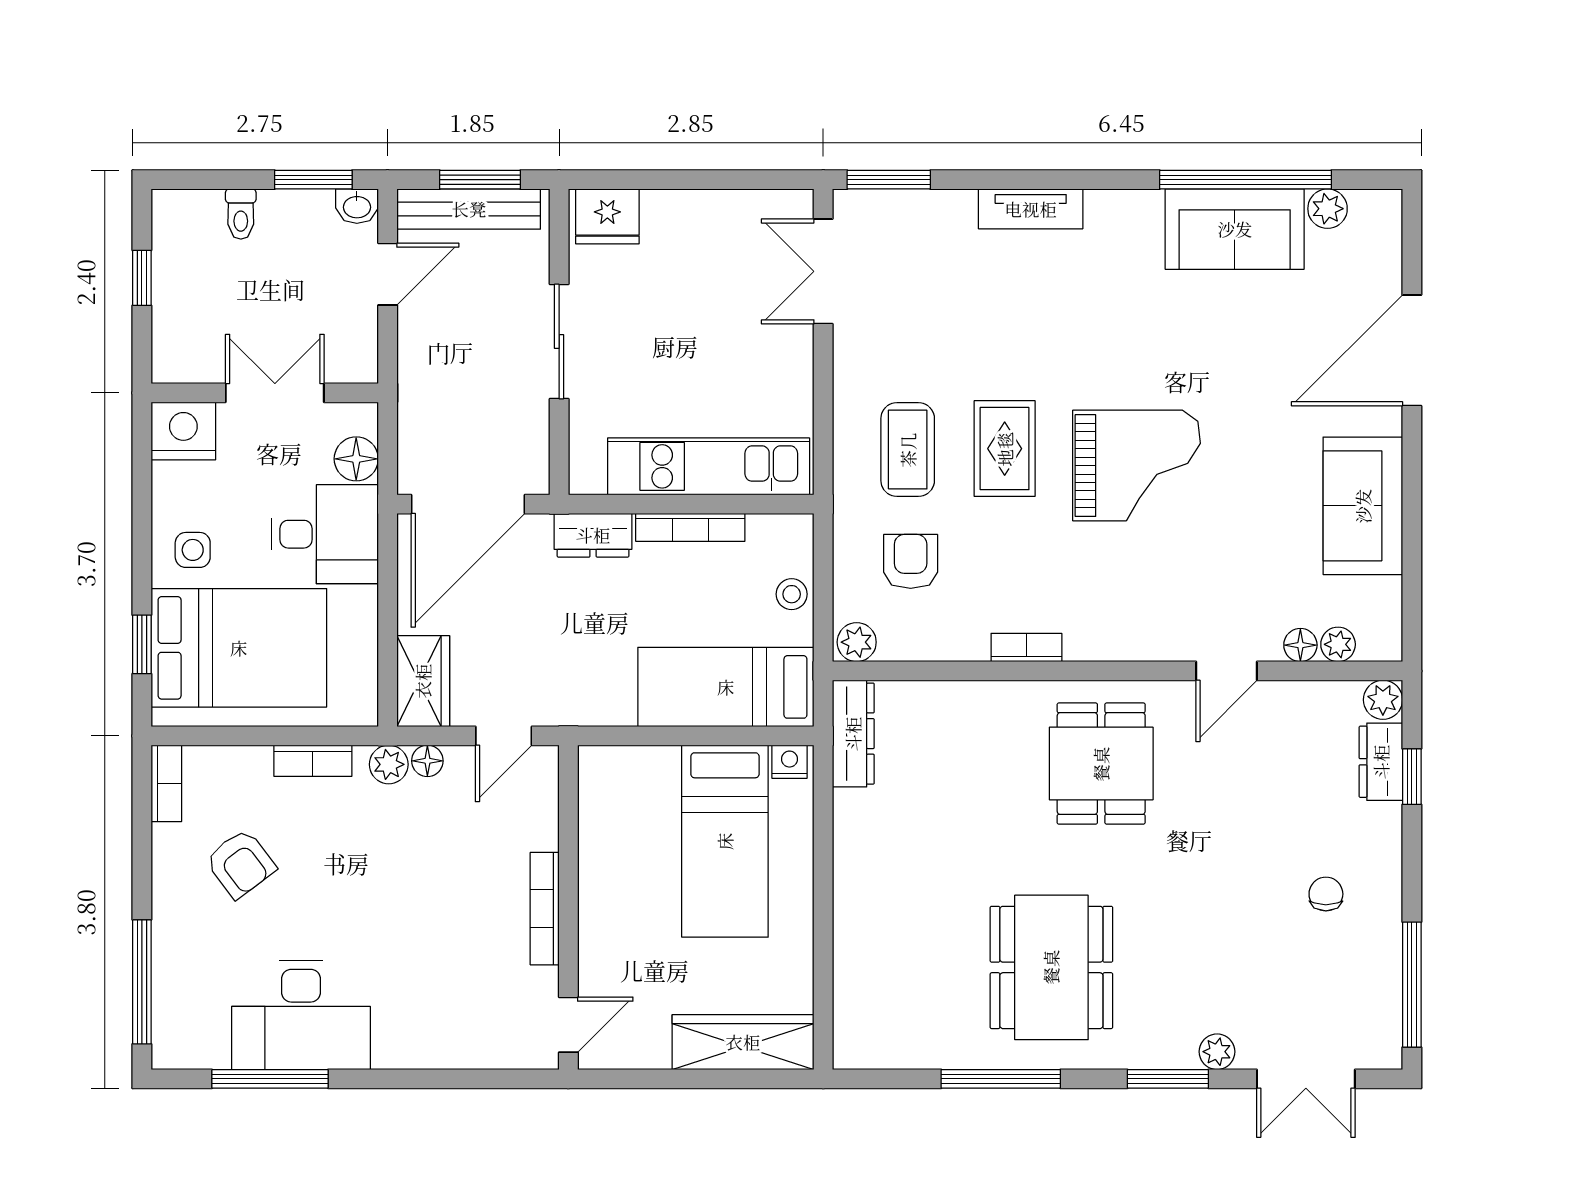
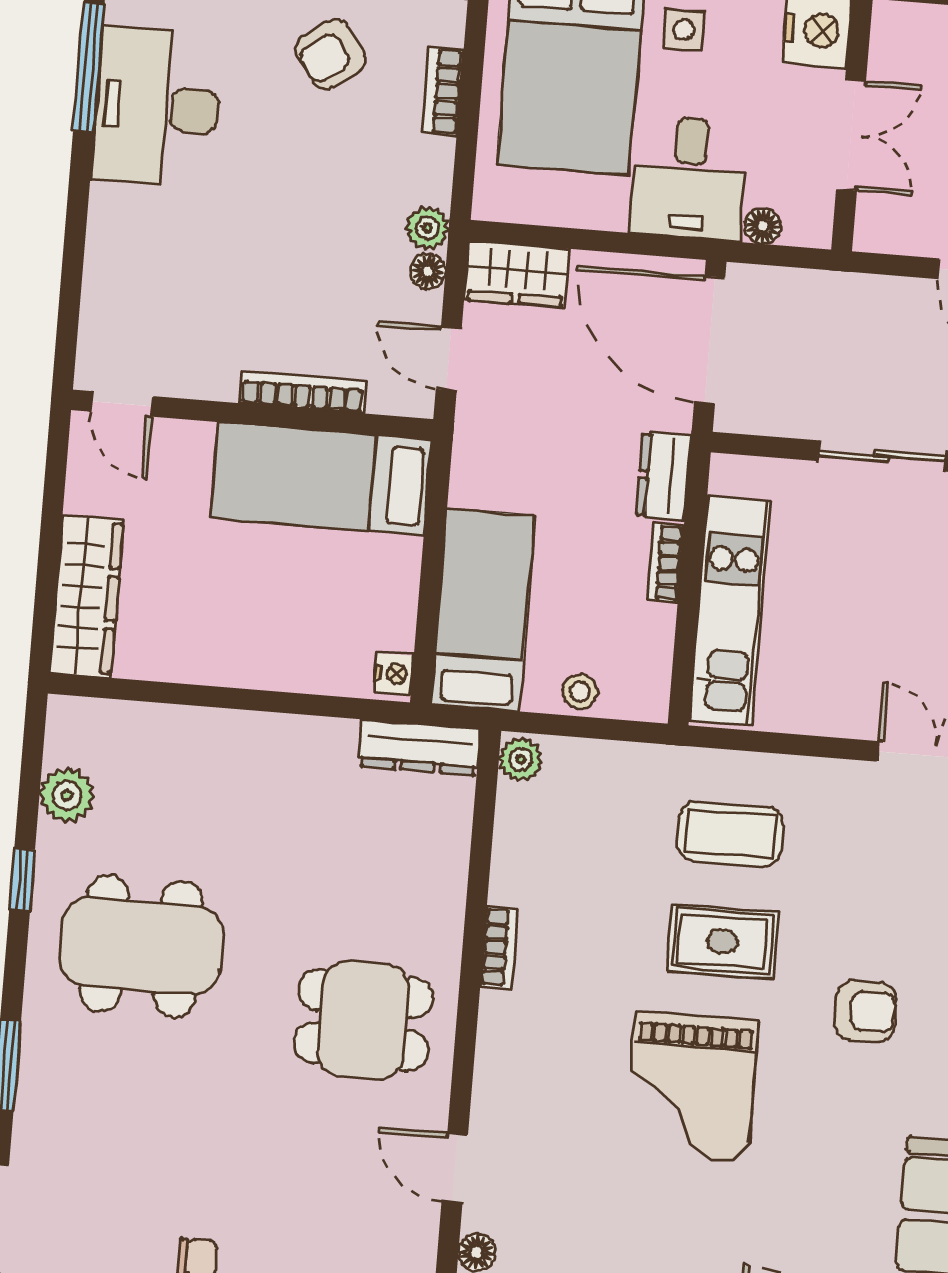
floor lamp: (356, 459) -> (763, 226), width x0.73, depth x0.73
bookcase: (690, 527) -> (665, 563), width x0.64
armchair: (911, 561) -> (865, 1011), moved
bookcase: (313, 761) -> (443, 92), moved
bed: (725, 841) -> (321, 479), moved
bookcase: (545, 909) -> (303, 392), moved
plant: (1217, 1052) -> (67, 795), moved, width x1.38, depth x1.38
window: (1001, 1079) -> (22, 880), width x0.46

